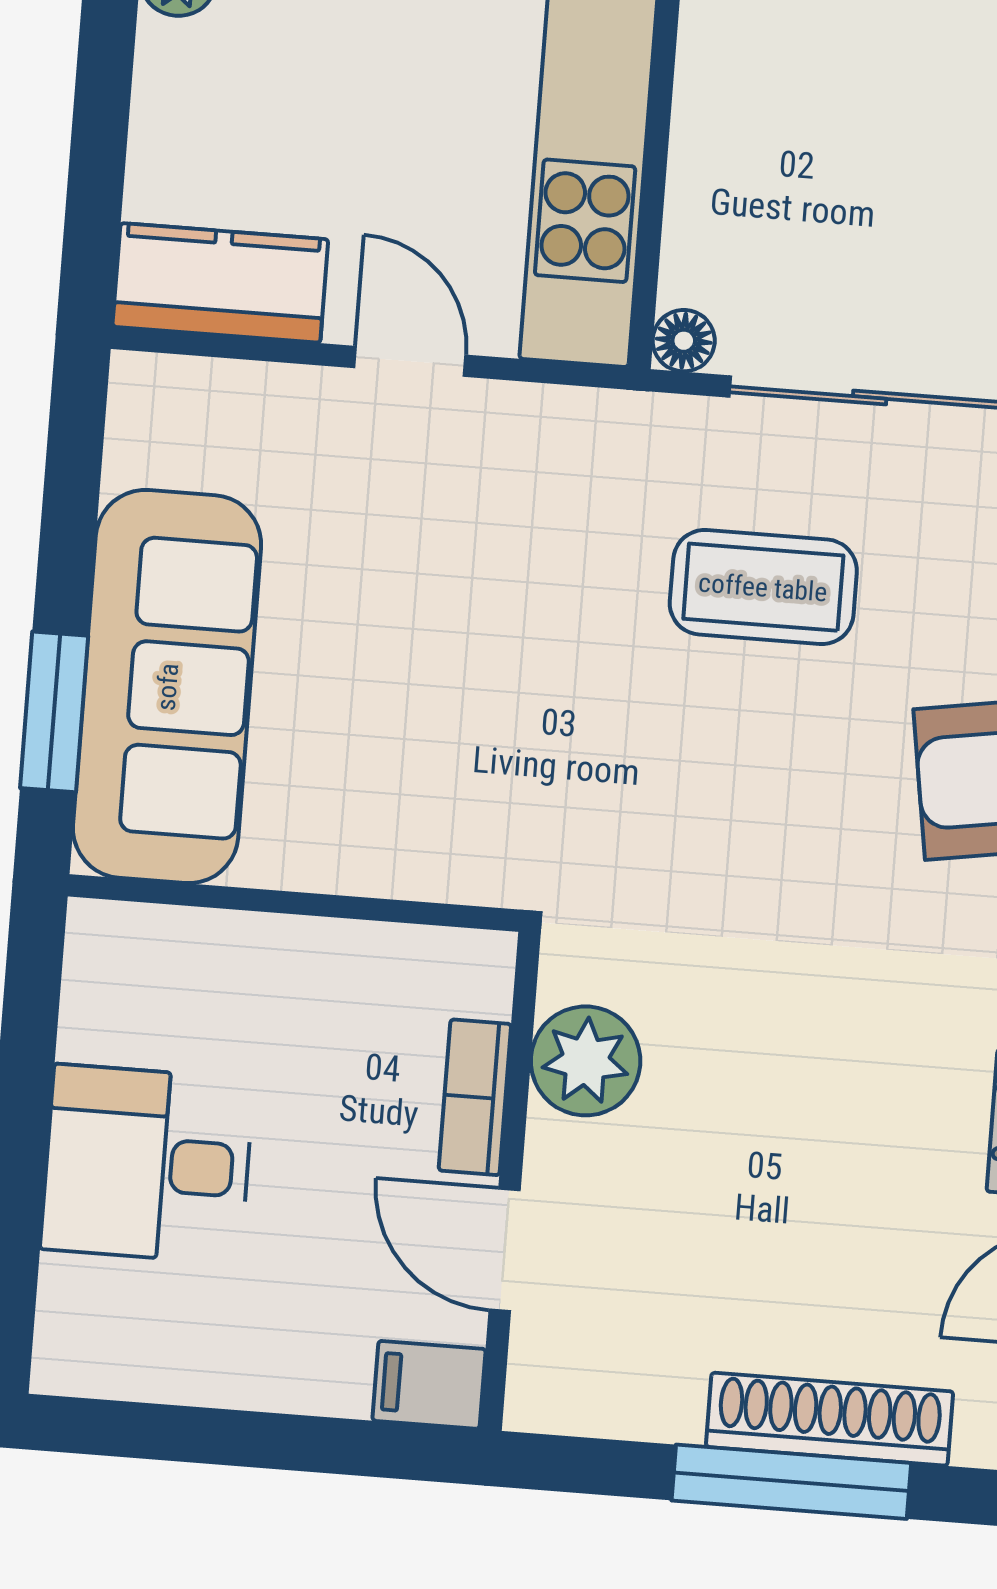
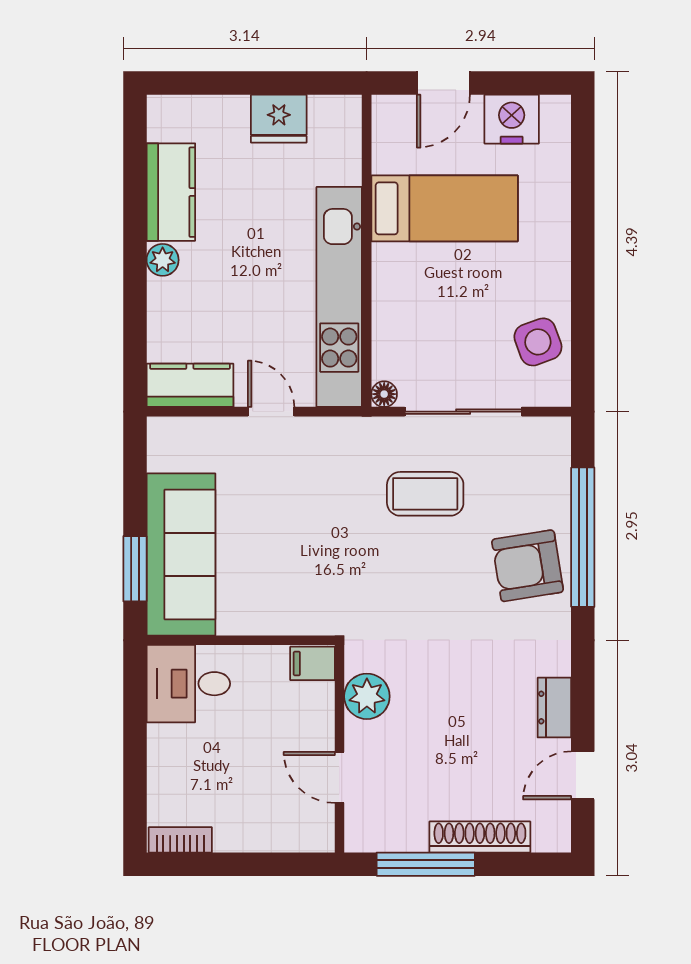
bookcase: (475, 1097) -> (180, 840), moved, turned 90
desk: (147, 1164) -> (188, 684), moved
filing cabinet: (429, 1385) -> (313, 663), moved
window: (791, 1482) -> (426, 864), moved

